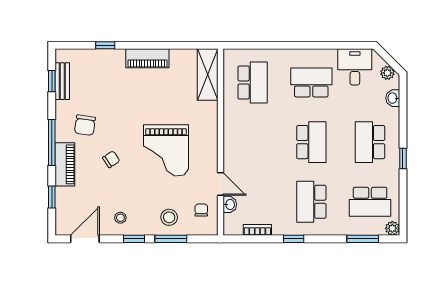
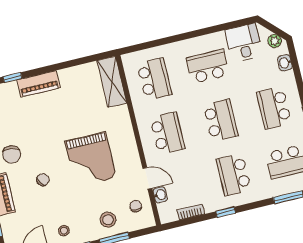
piano: (147, 58) -> (39, 84), moved
school desk: (253, 142) -> (167, 133), added

